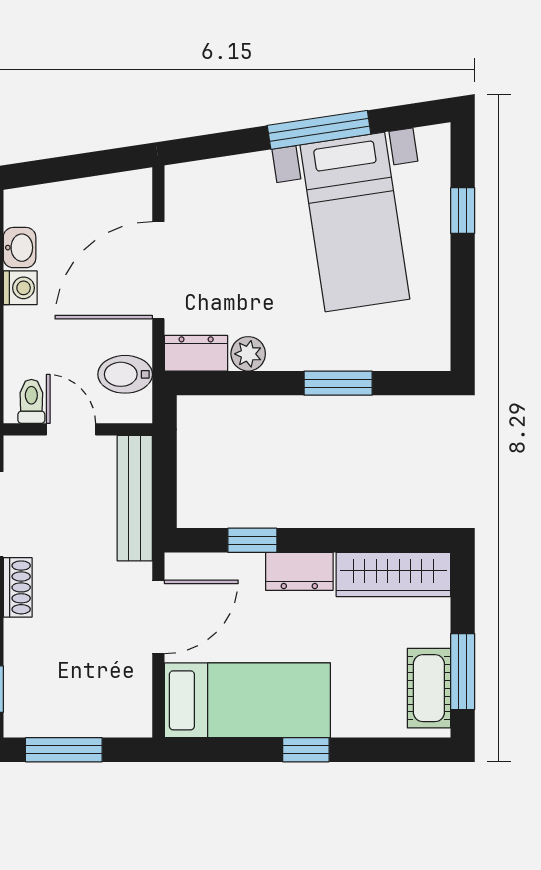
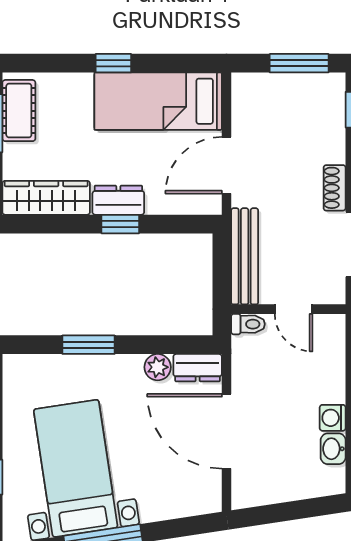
door: (158, 270) -> (227, 431), swing flipped
bidet: (125, 374) -> (252, 351), removed
toilet: (31, 401) -> (248, 324), moved, turned -90
window: (252, 540) -> (120, 224), moved

